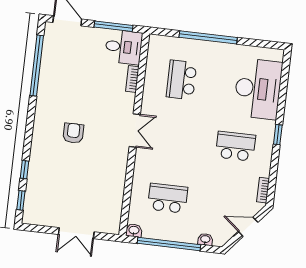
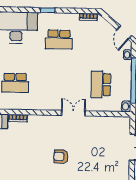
double door: (135, 130) -> (73, 113), moved
school desk: (236, 146) -> (59, 40), turned -90
door: (248, 227) -> (124, 33), moved

